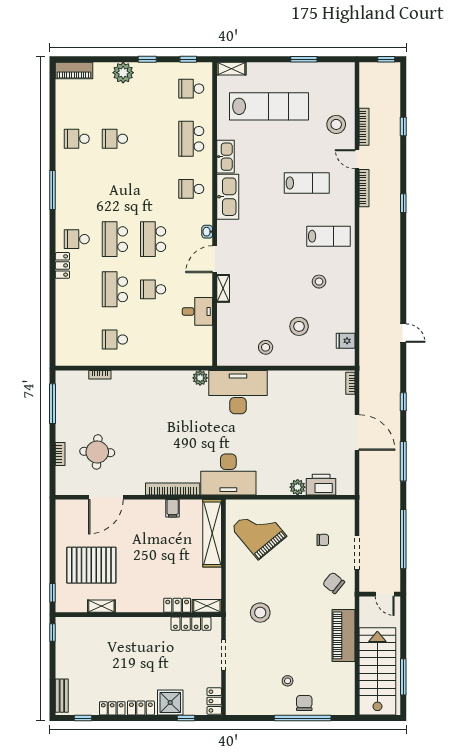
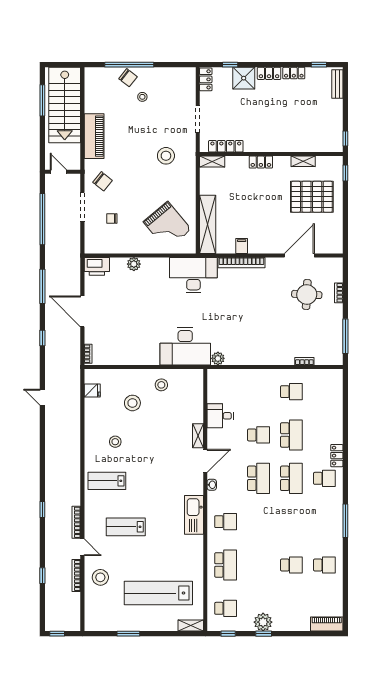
plant: (123, 73) -> (263, 622), moved
kitchen sink: (226, 157) -> (196, 550), removed
printer: (321, 485) -> (97, 266), moved
locker: (177, 605) -> (261, 162), moved
chair: (304, 703) -> (128, 78), turned -52

